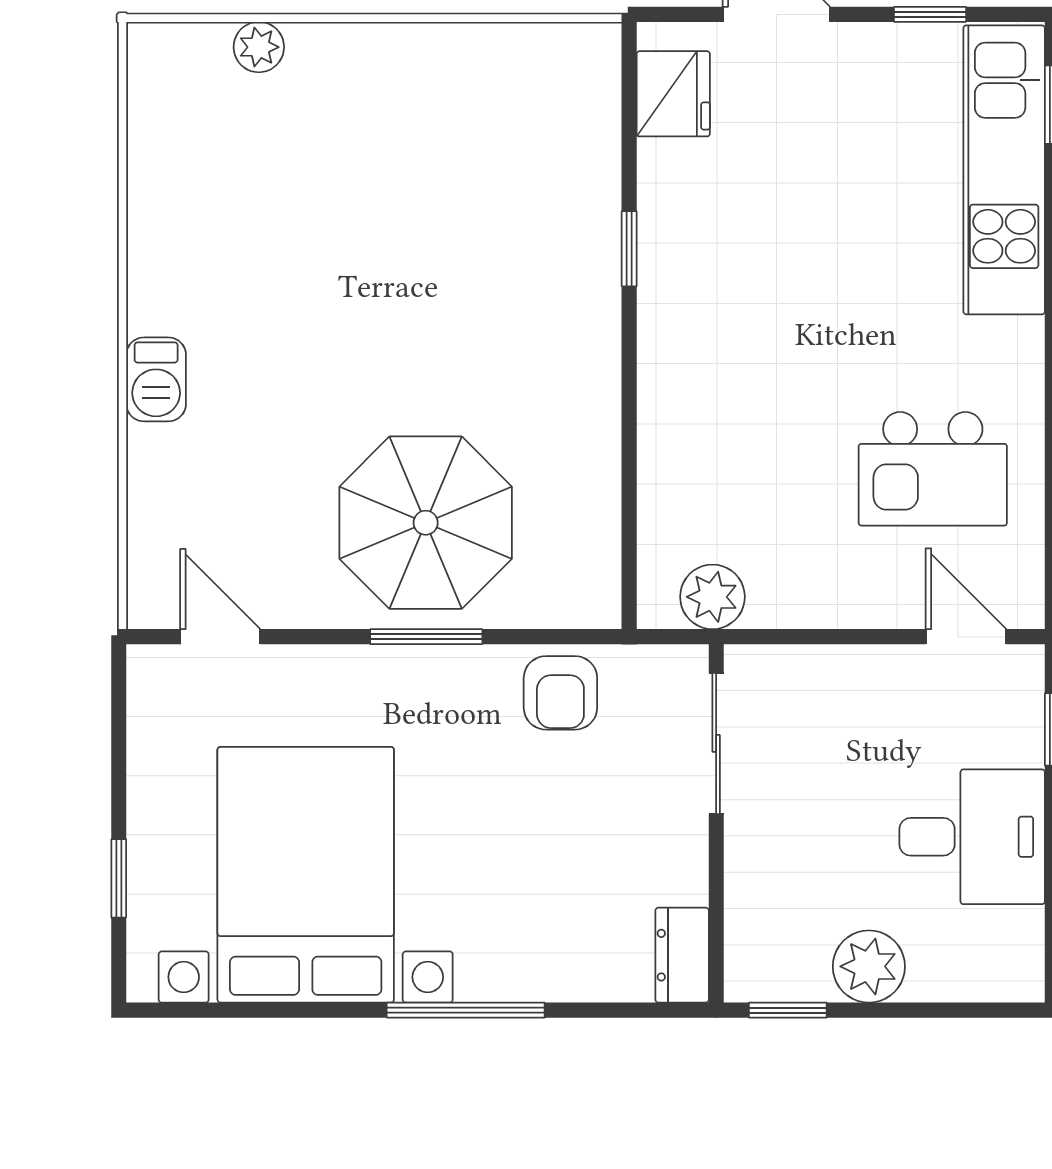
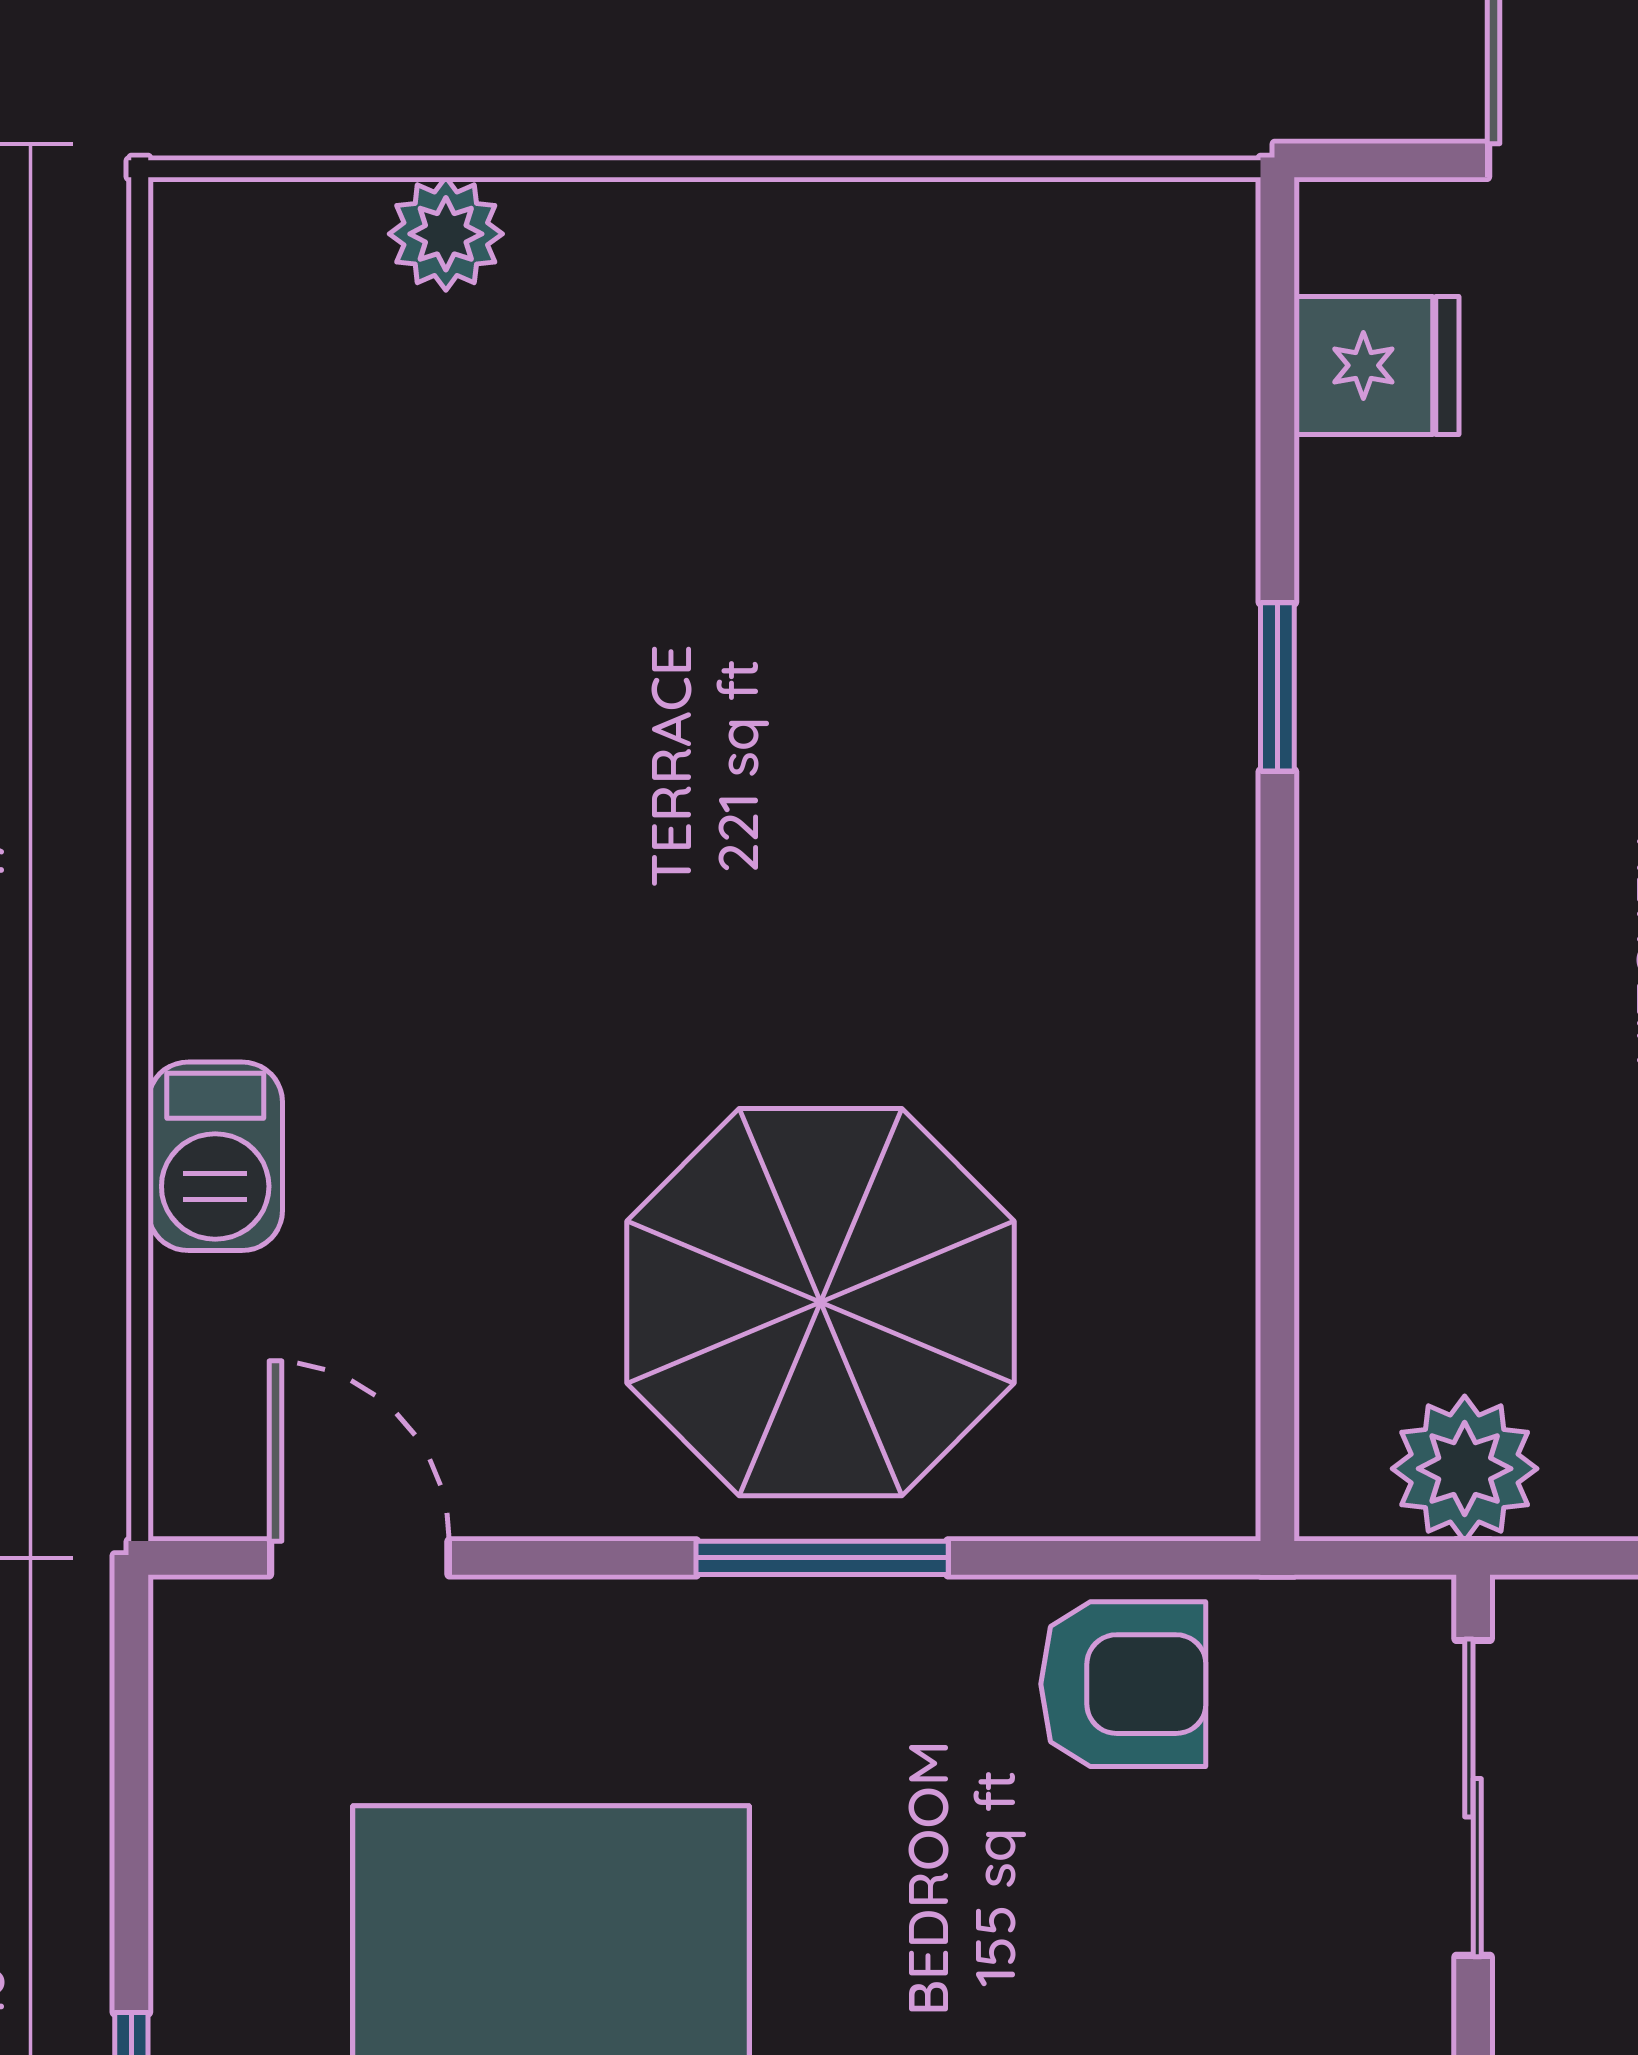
fridge: (673, 94) -> (1377, 365), width x0.72
barbecue: (156, 379) -> (215, 1156), moved
armchair: (560, 693) -> (1123, 1684), turned -90

